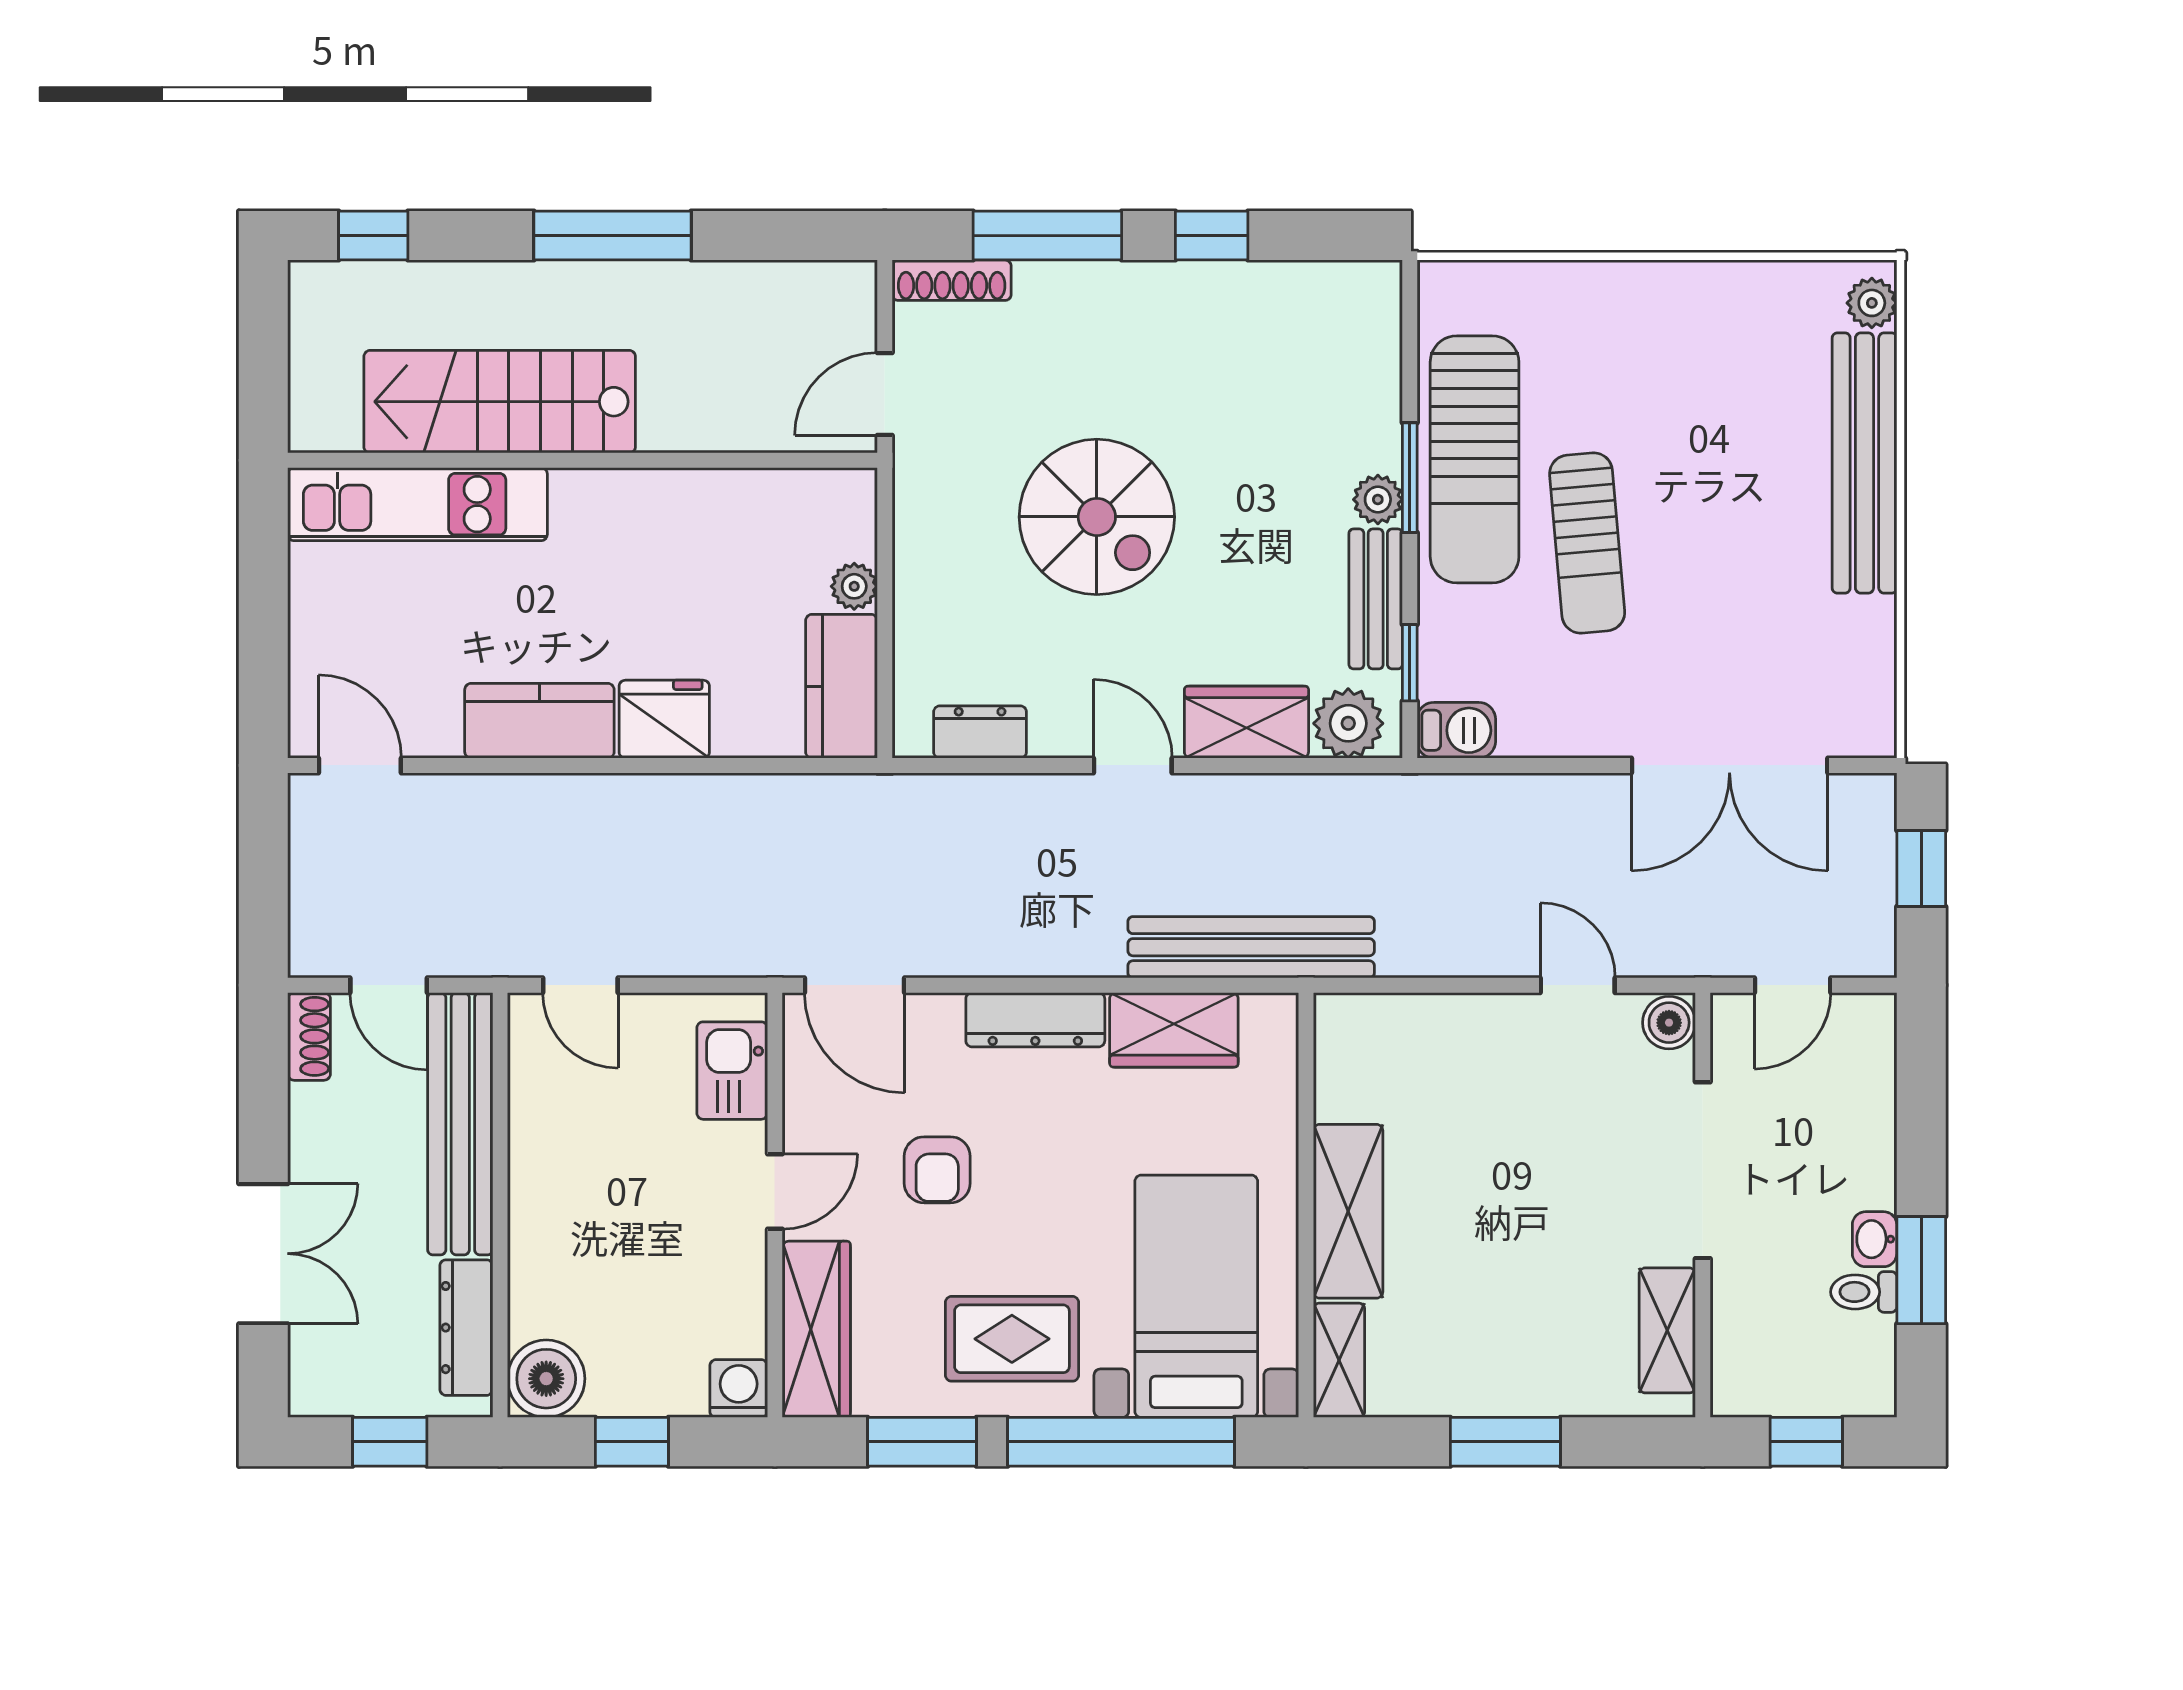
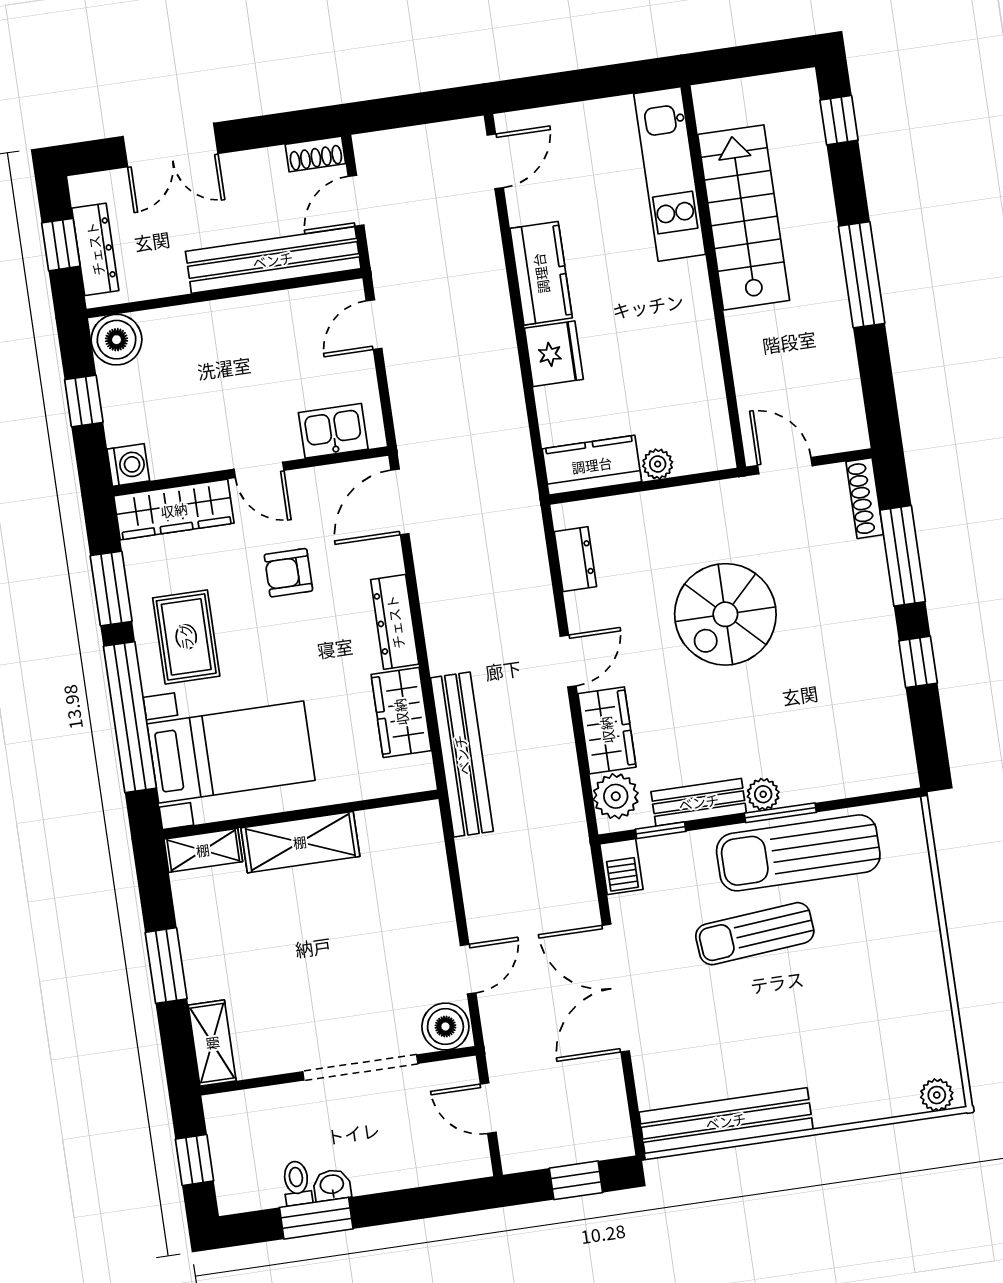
bench: (1864, 463) -> (726, 1121), moved
double door: (1730, 765) -> (616, 988), moved
boiler: (1669, 1023) -> (445, 1027), width x1.36, depth x1.36
dresser: (466, 1328) -> (95, 249), moved, turned 90
shelving: (1667, 1330) -> (212, 1043), moved, turned 90

